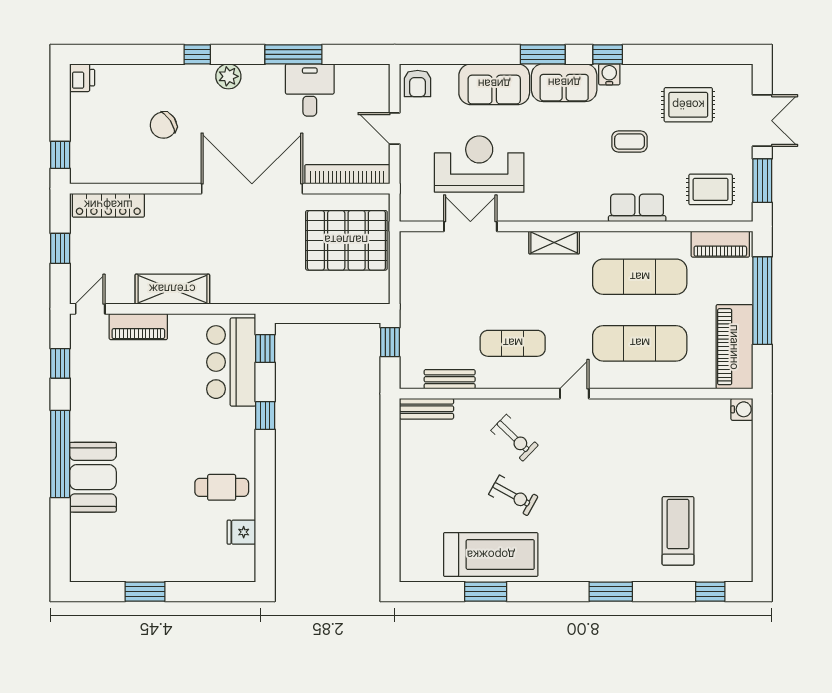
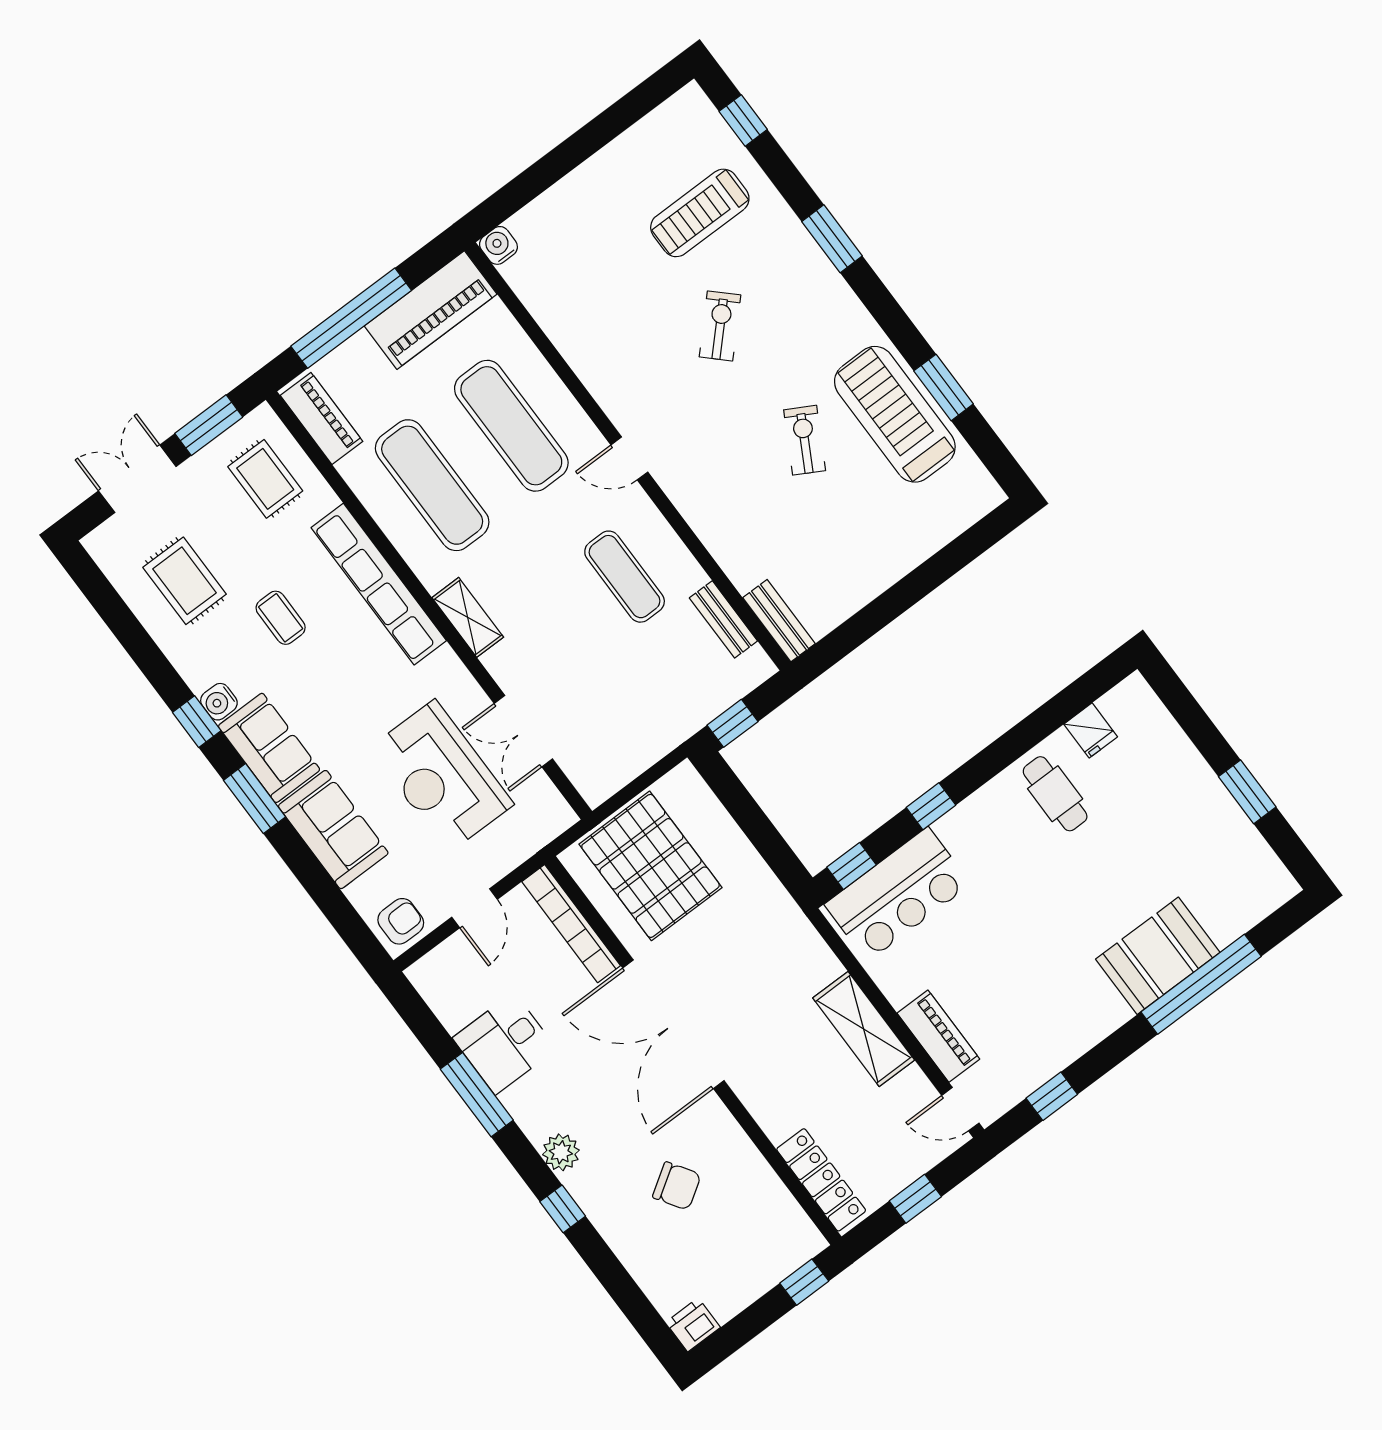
row of seats: (637, 208) -> (379, 584), width x2.02
exercise bike: (515, 438) -> (720, 326), moved
window: (60, 454) -> (1201, 984), moved

